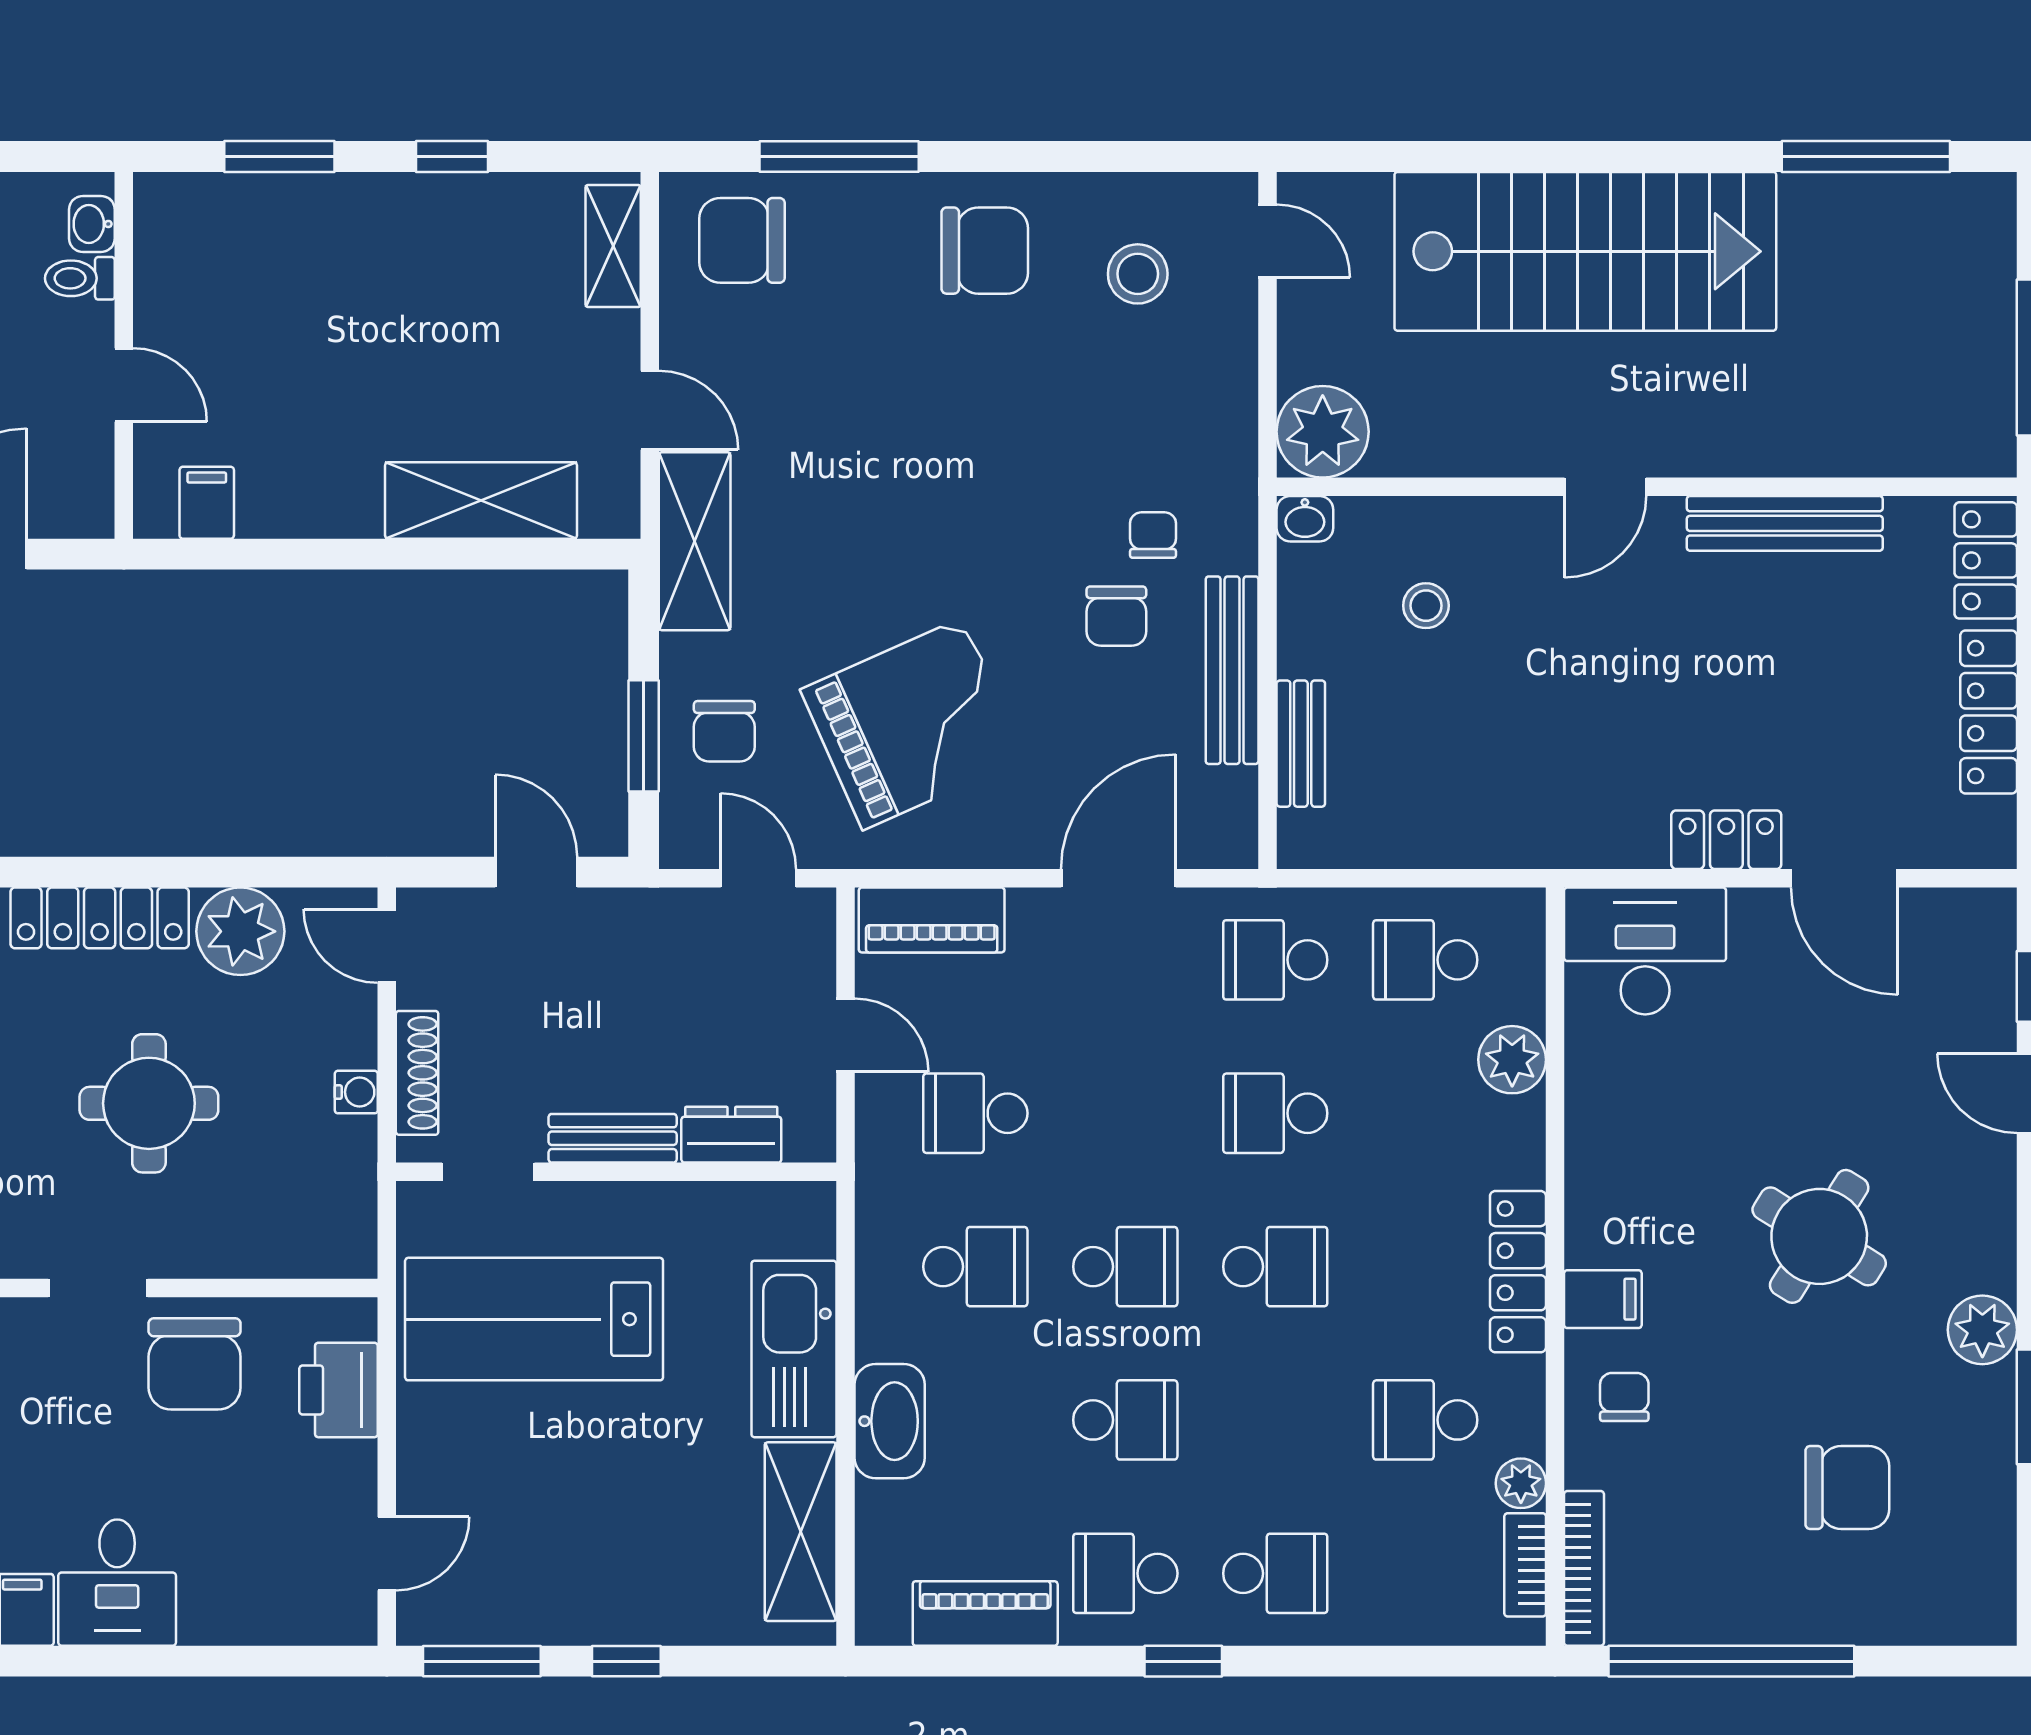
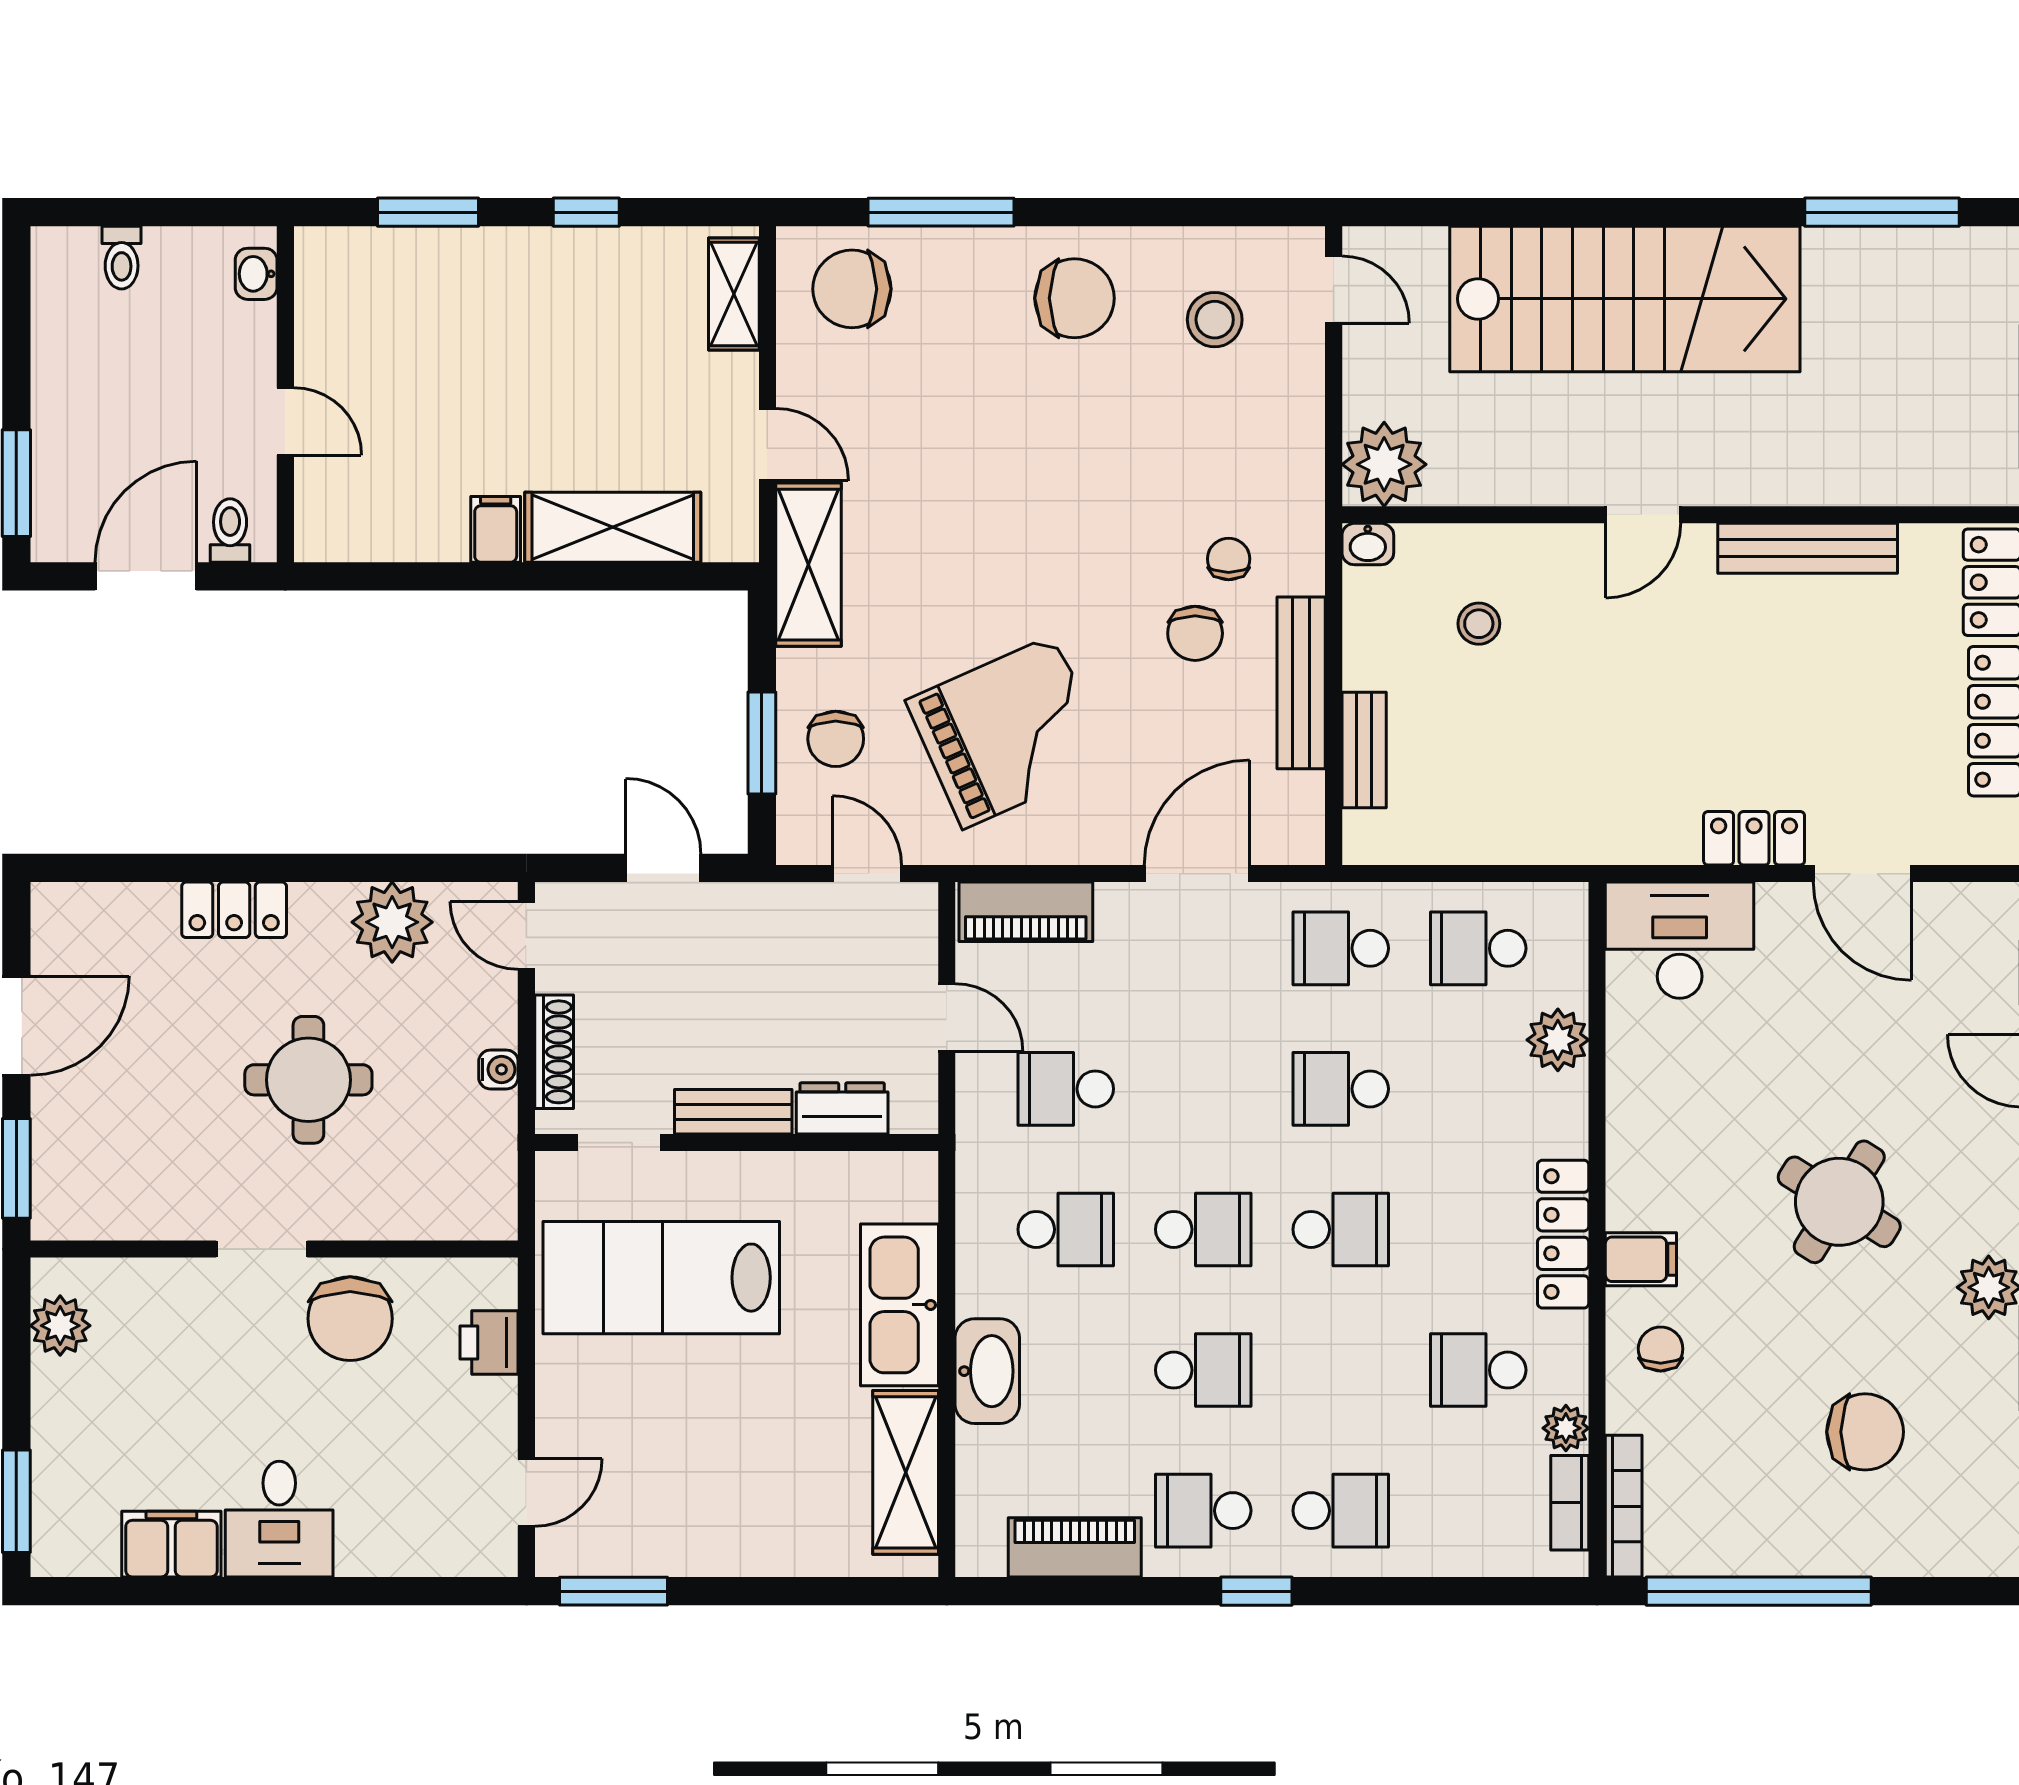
toilet: (80, 278) -> (230, 531), moved, turned 90
filing cabinet: (207, 503) -> (496, 529), moved
locker: (100, 918) -> (234, 910), width x0.66
printer: (339, 1390) -> (489, 1343), width x0.73, depth x0.81
window: (626, 1661) -> (746, 1591), removed

